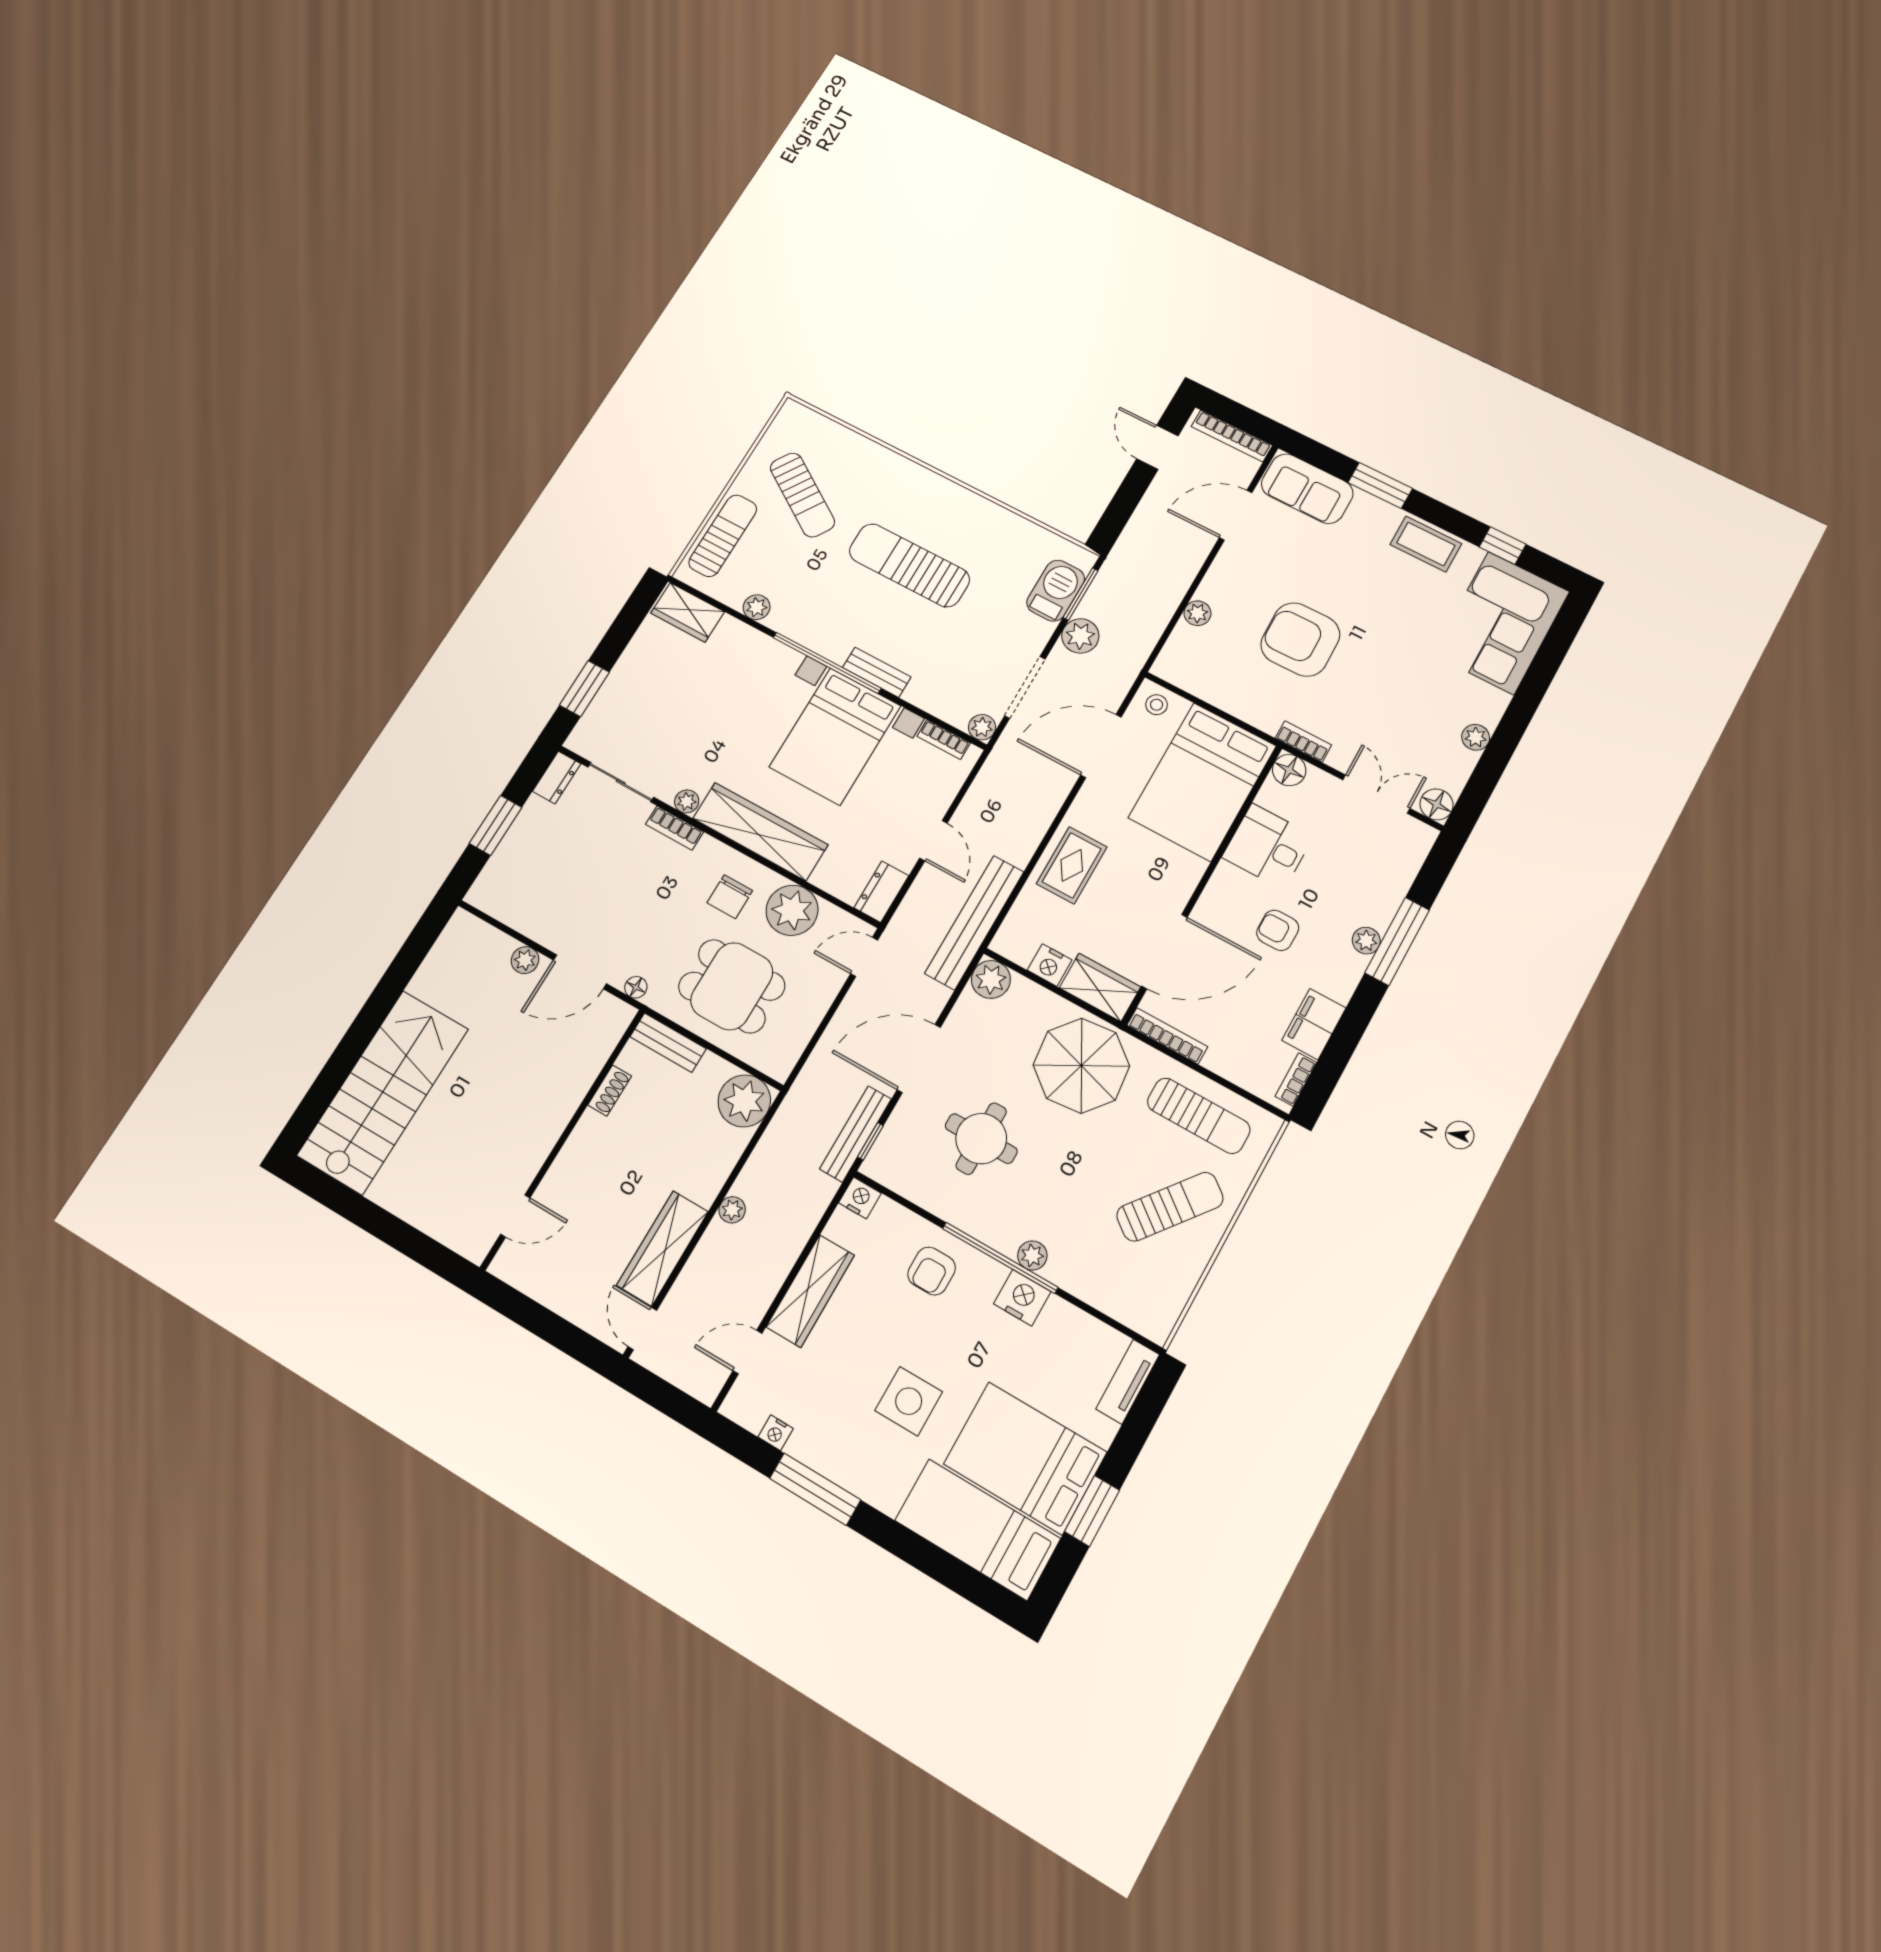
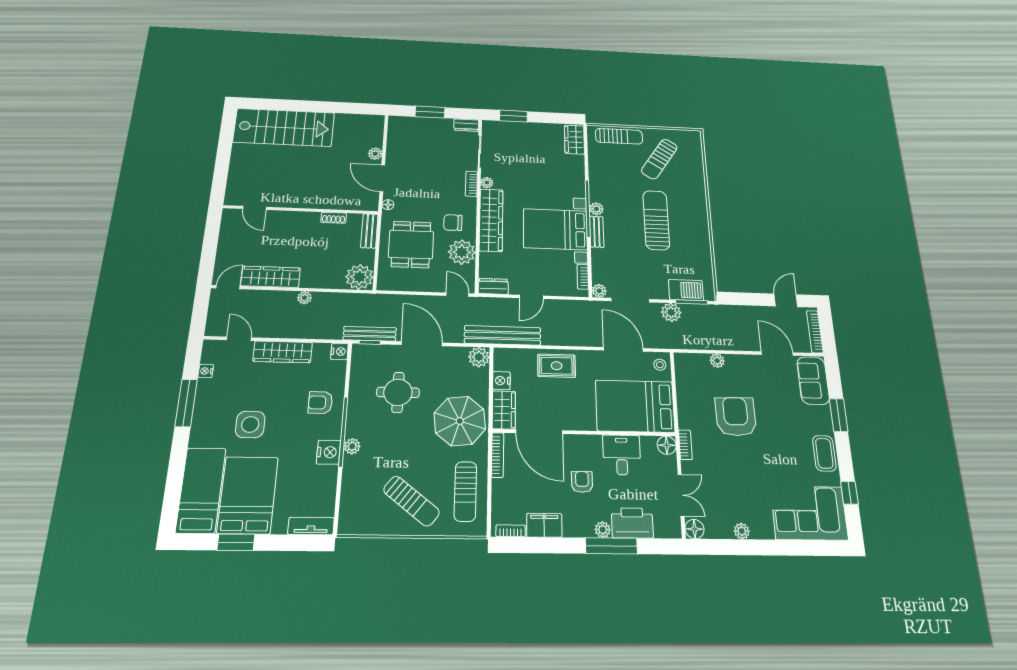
plant: (757, 607) -> (596, 209), moved
printer: (1379, 891) -> (632, 523), added

